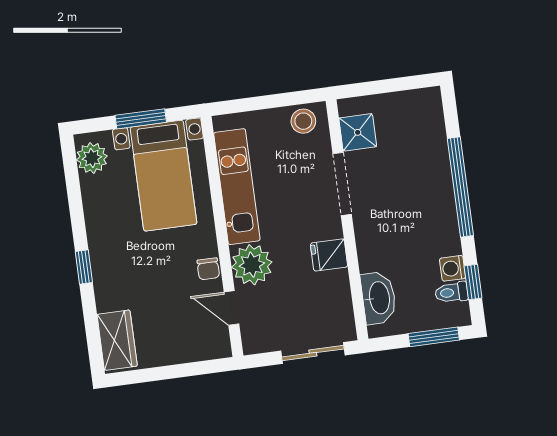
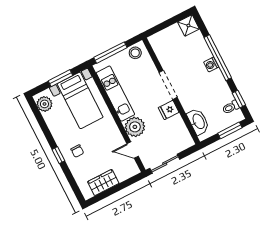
window: (255, 103) -> (110, 53), added
shower: (358, 132) -> (188, 25), moved
doorway: (342, 184) -> (168, 85), moved
washing machine: (453, 268) -> (211, 64), moved
chair: (208, 269) -> (77, 151), moved
wardrobe: (117, 340) -> (103, 182), moved, turned -90
sliding door: (313, 353) -> (165, 164), moved

